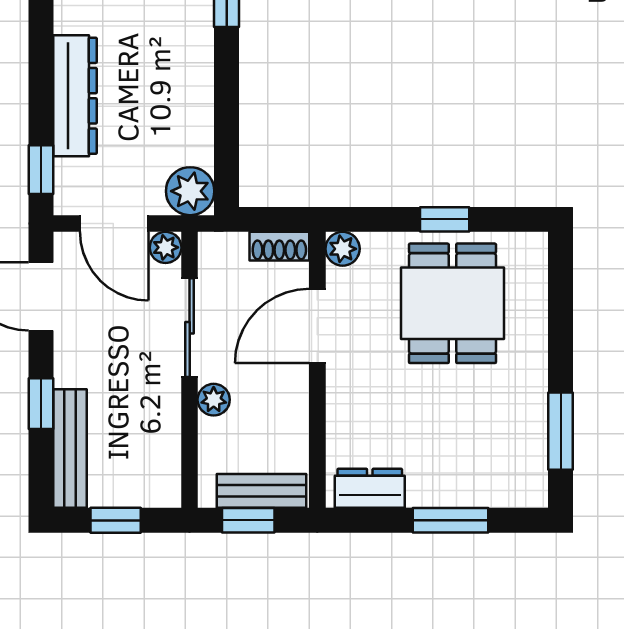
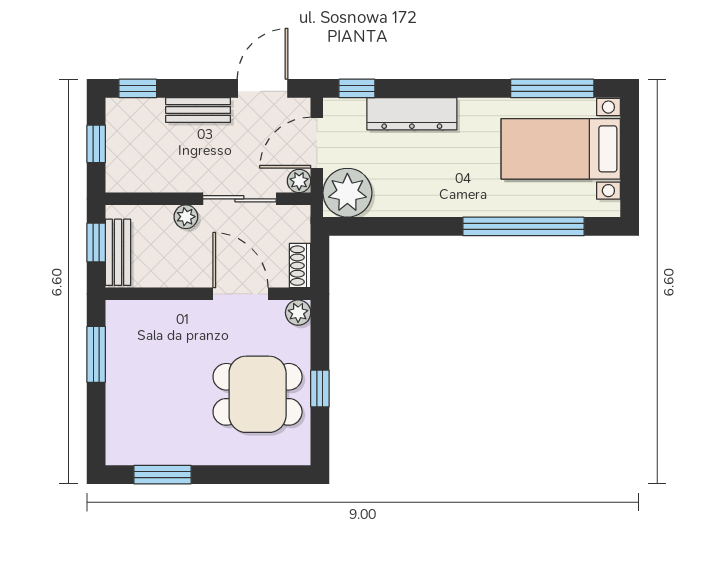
plant: (190, 191) -> (347, 193), width x1.36, depth x1.36
window: (41, 404) -> (138, 88), moved
bench: (70, 449) -> (198, 110), moved, width x0.73
dresser: (370, 488) -> (120, 333), removed
window: (450, 520) -> (96, 354), moved

